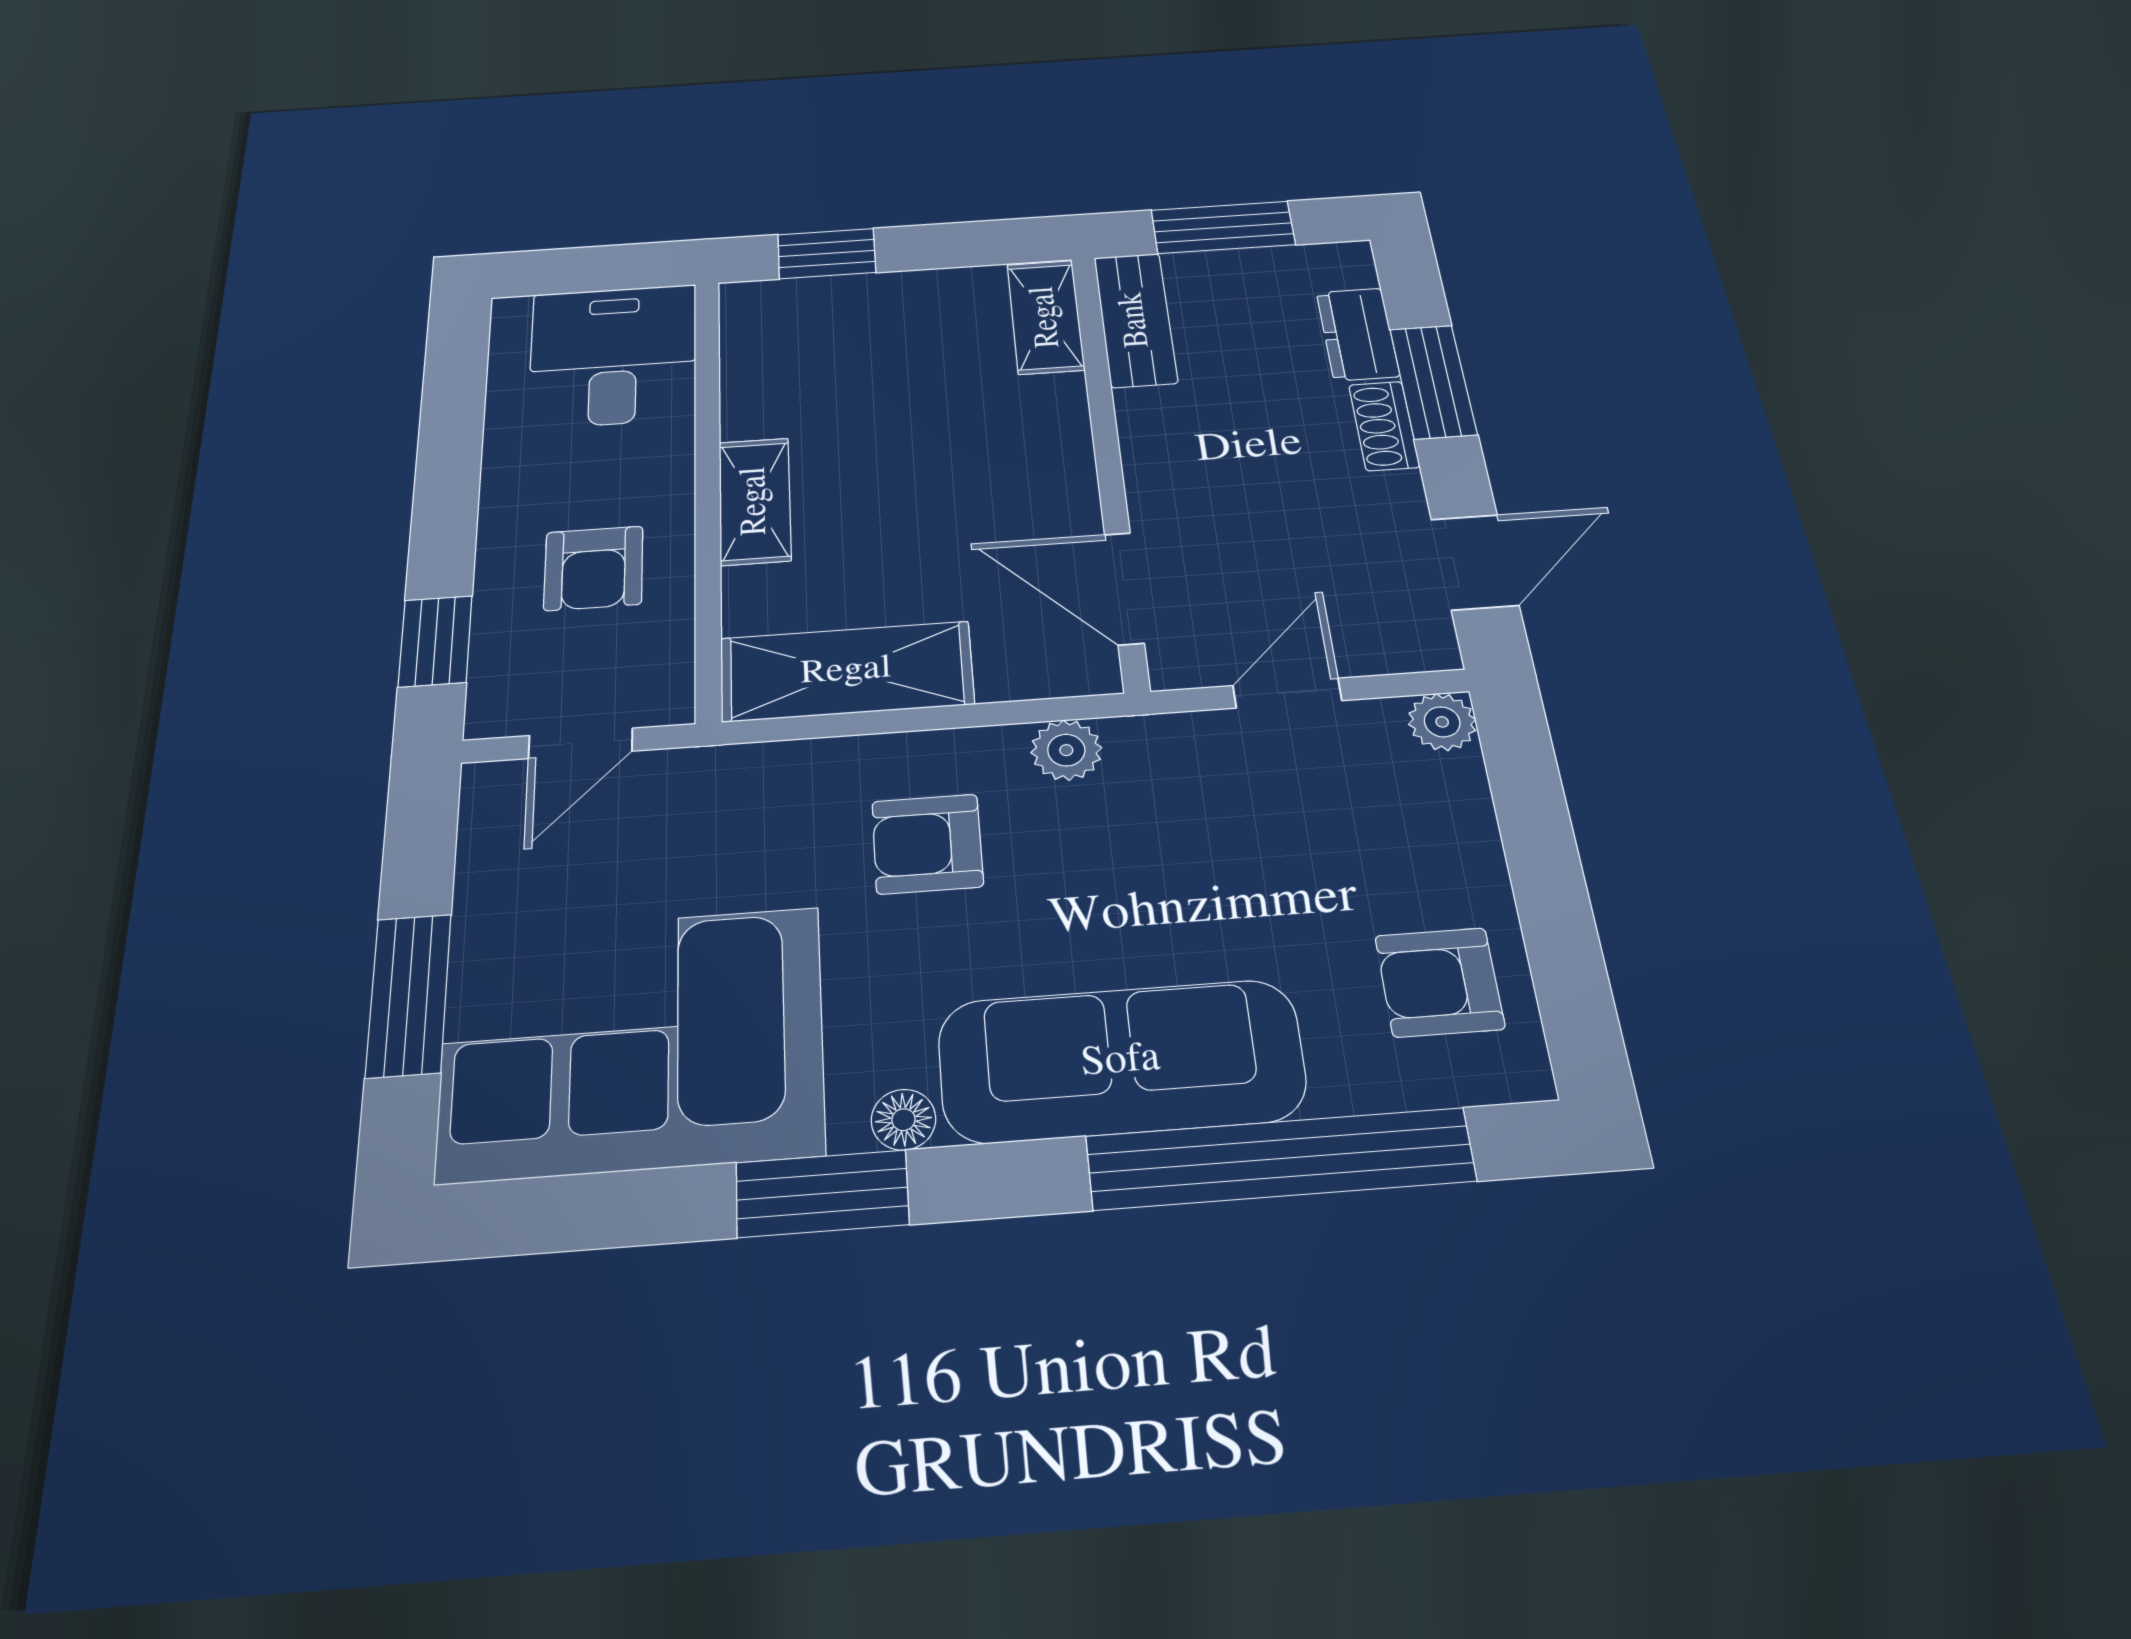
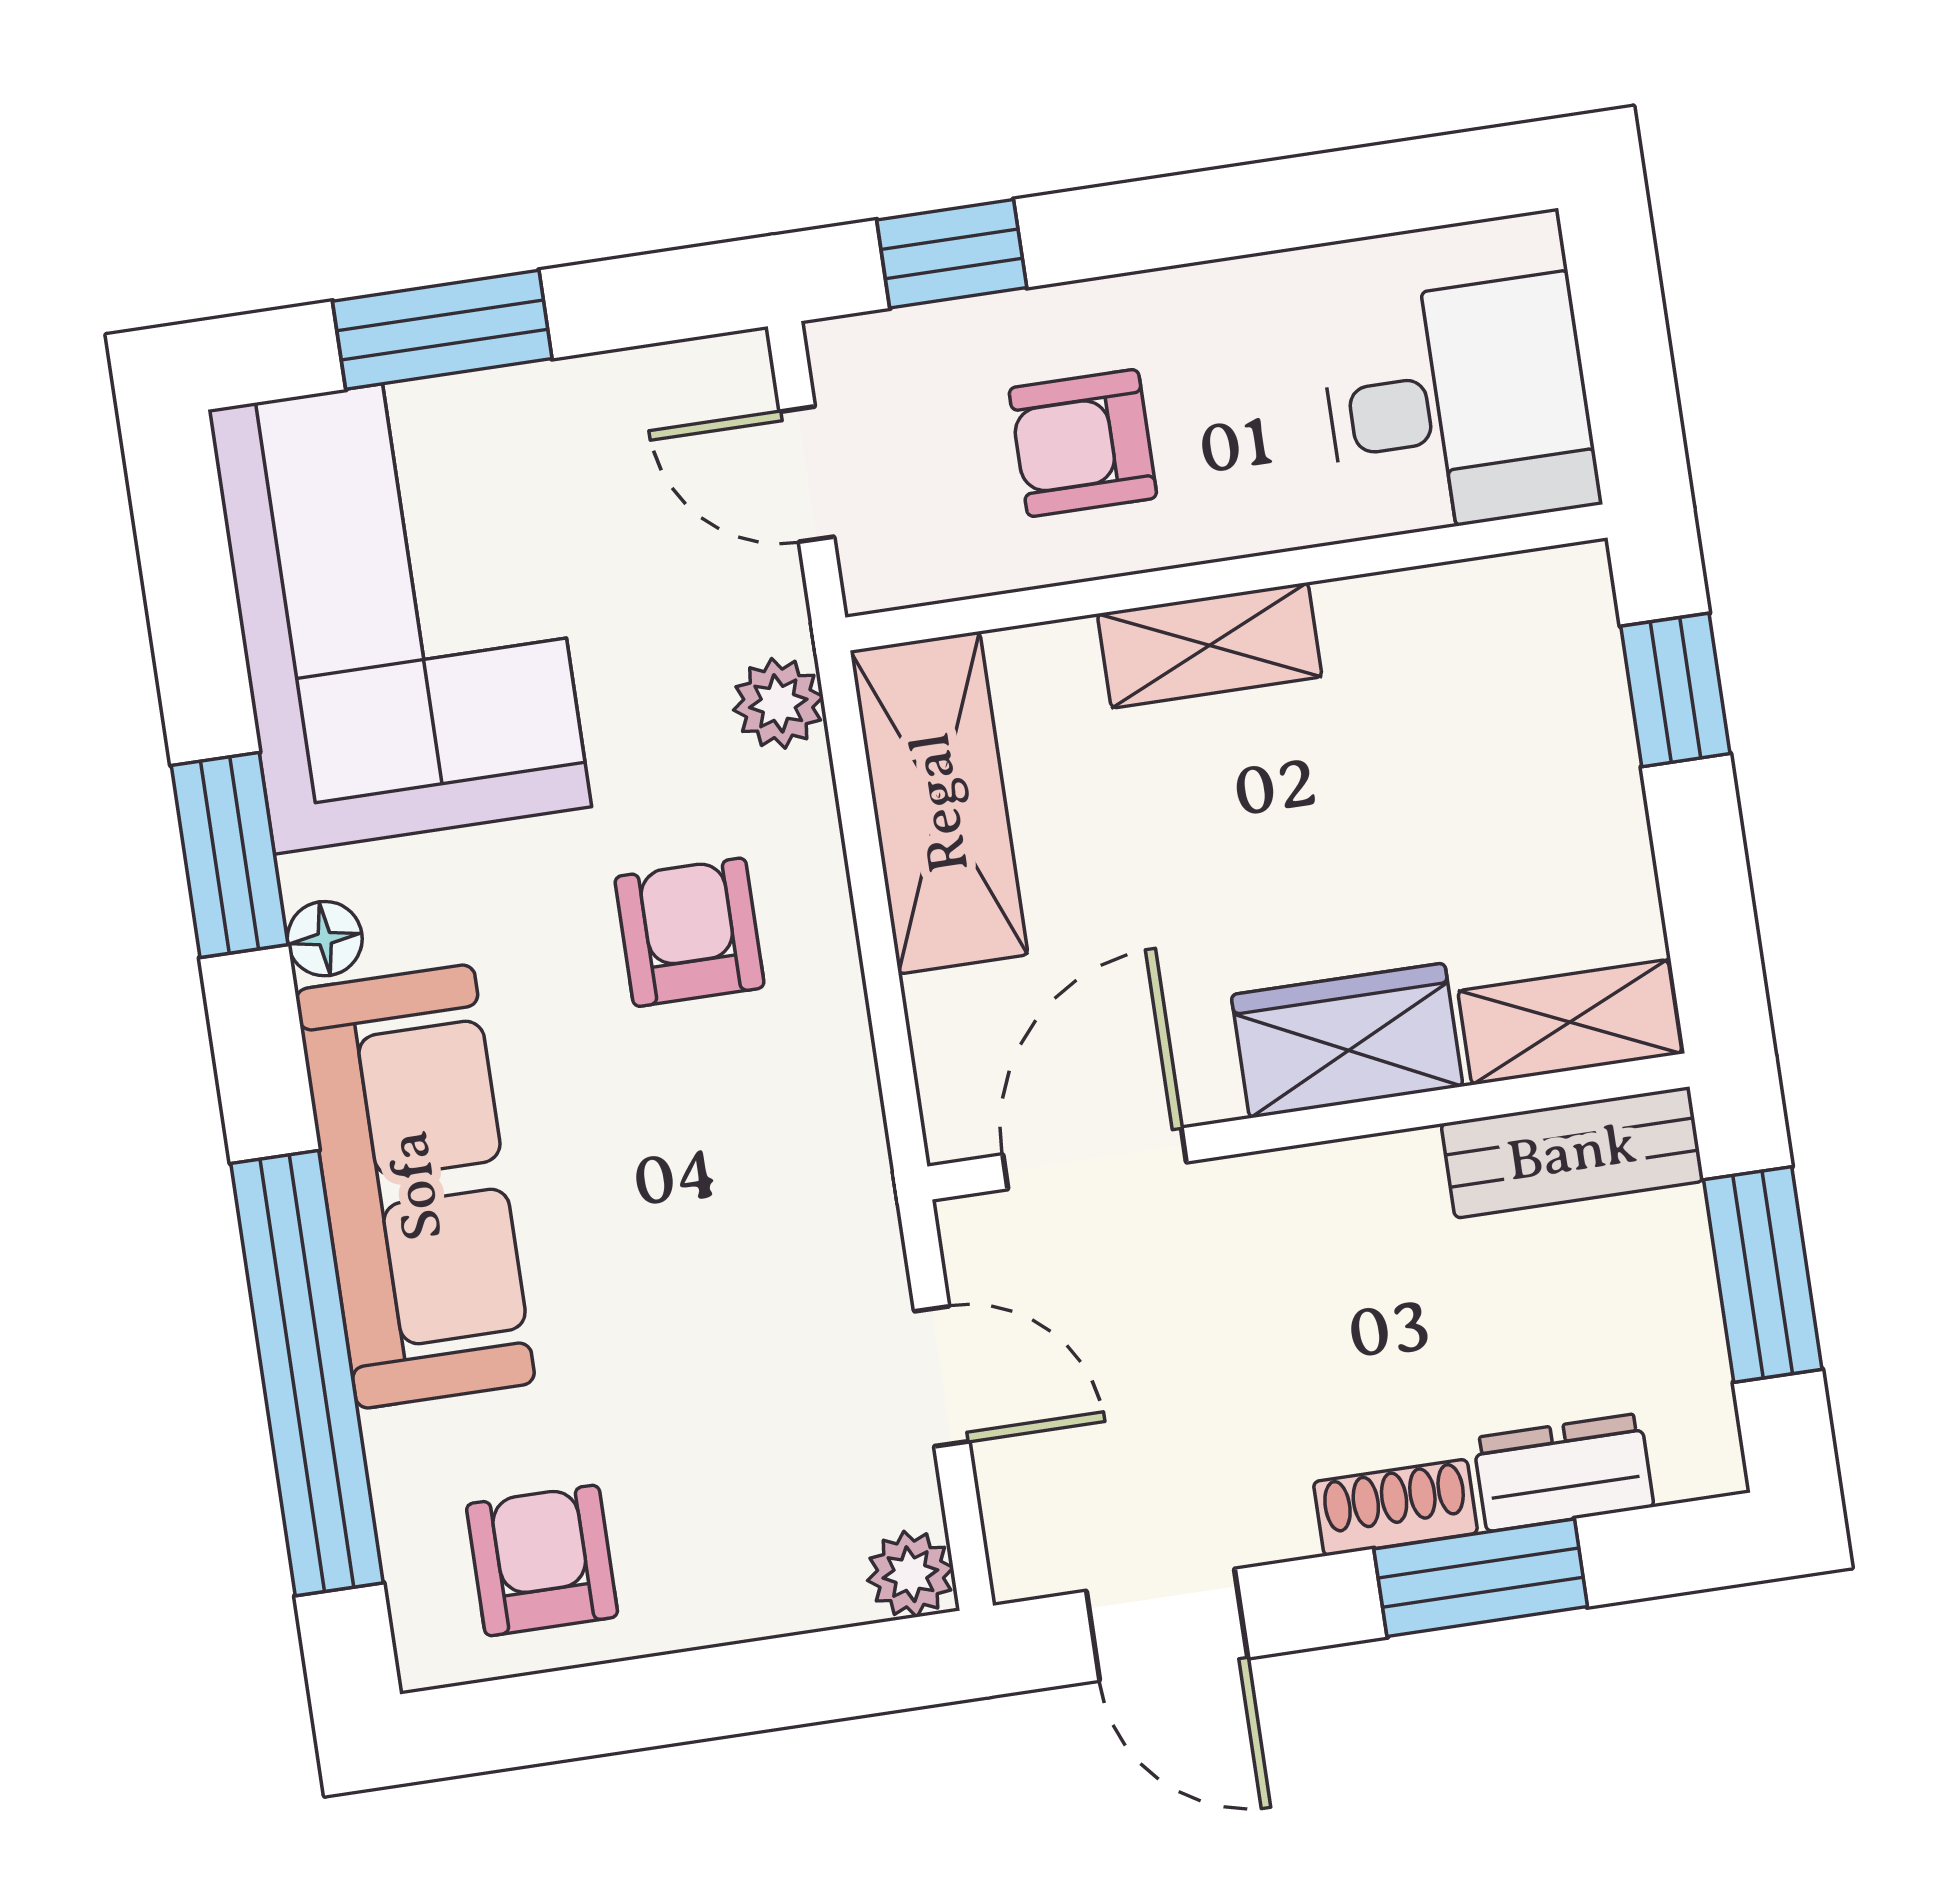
wardrobe: (1048, 437) -> (1347, 1041), added
plant: (1066, 750) -> (778, 703), moved

